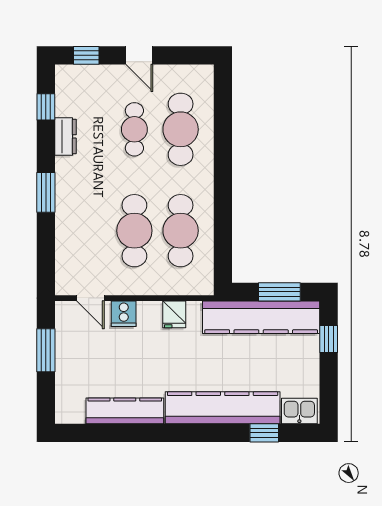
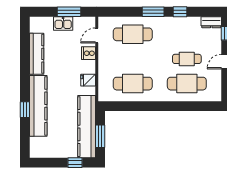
window: (46, 107) -> (180, 12), moved
dresser: (66, 136) -> (211, 22), moved
cafe table: (134, 231) -> (133, 34), moved
kitchen sink: (299, 411) -> (63, 23), moved, turned 90
window: (264, 433) -> (25, 110), moved

